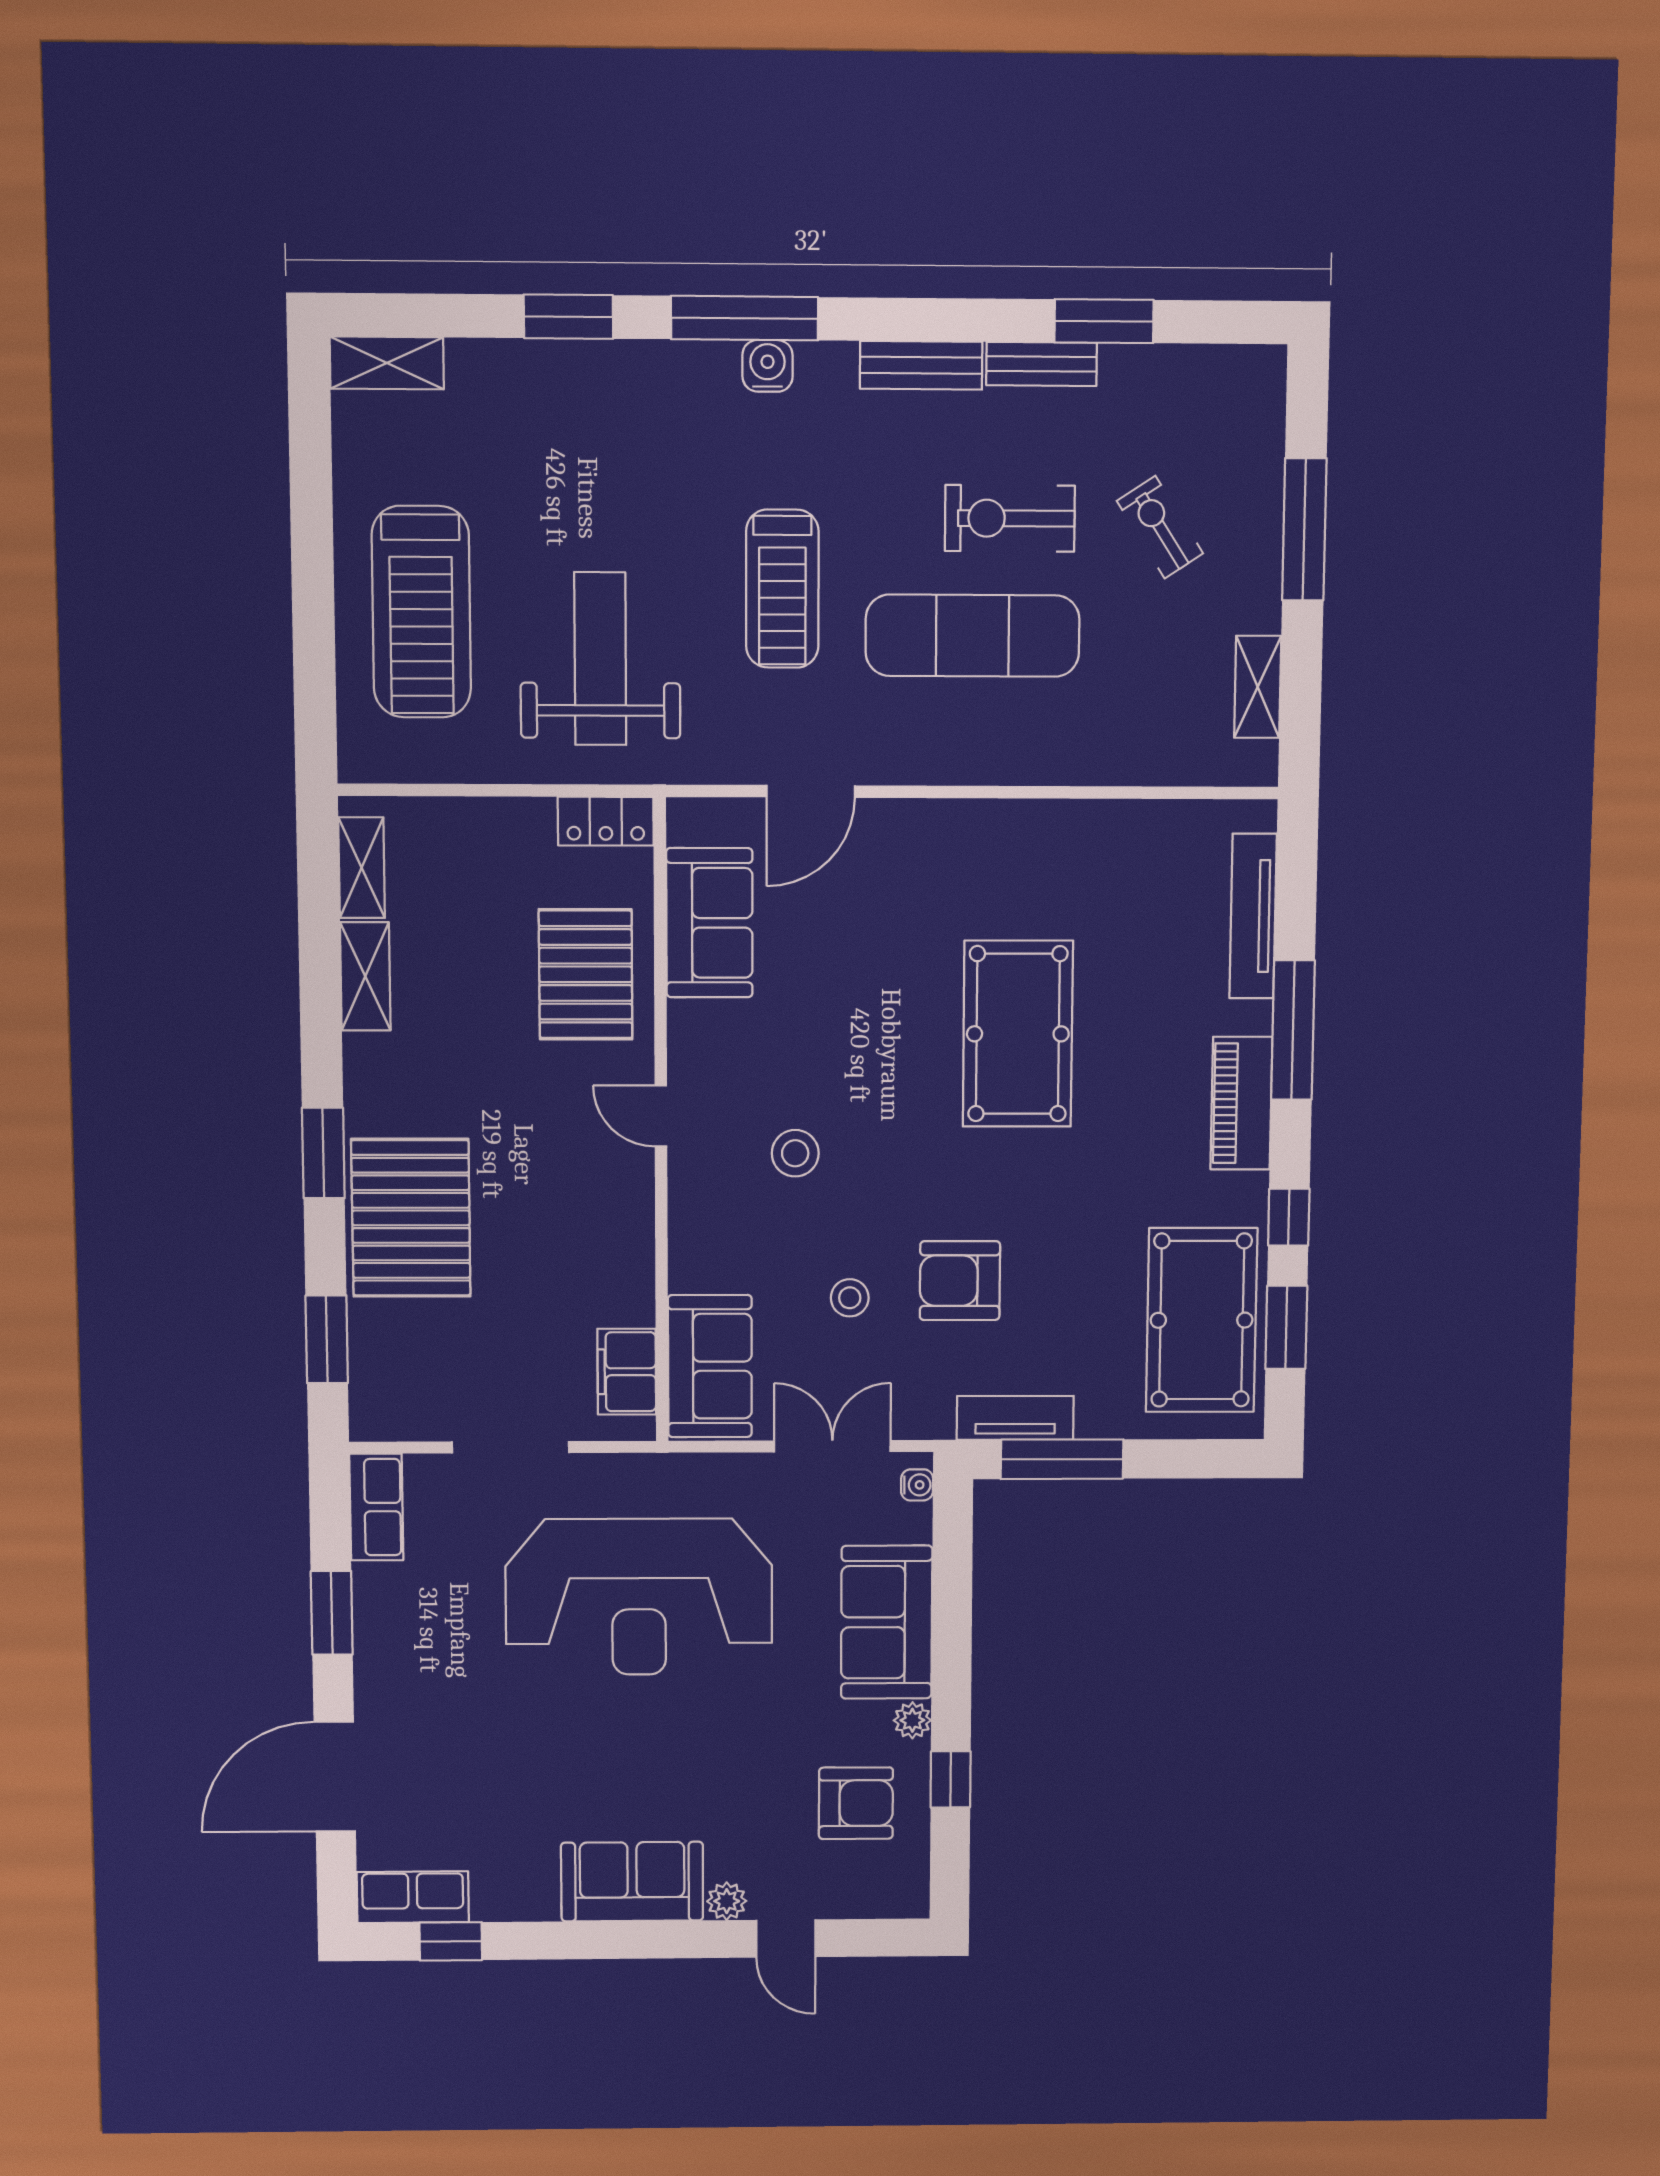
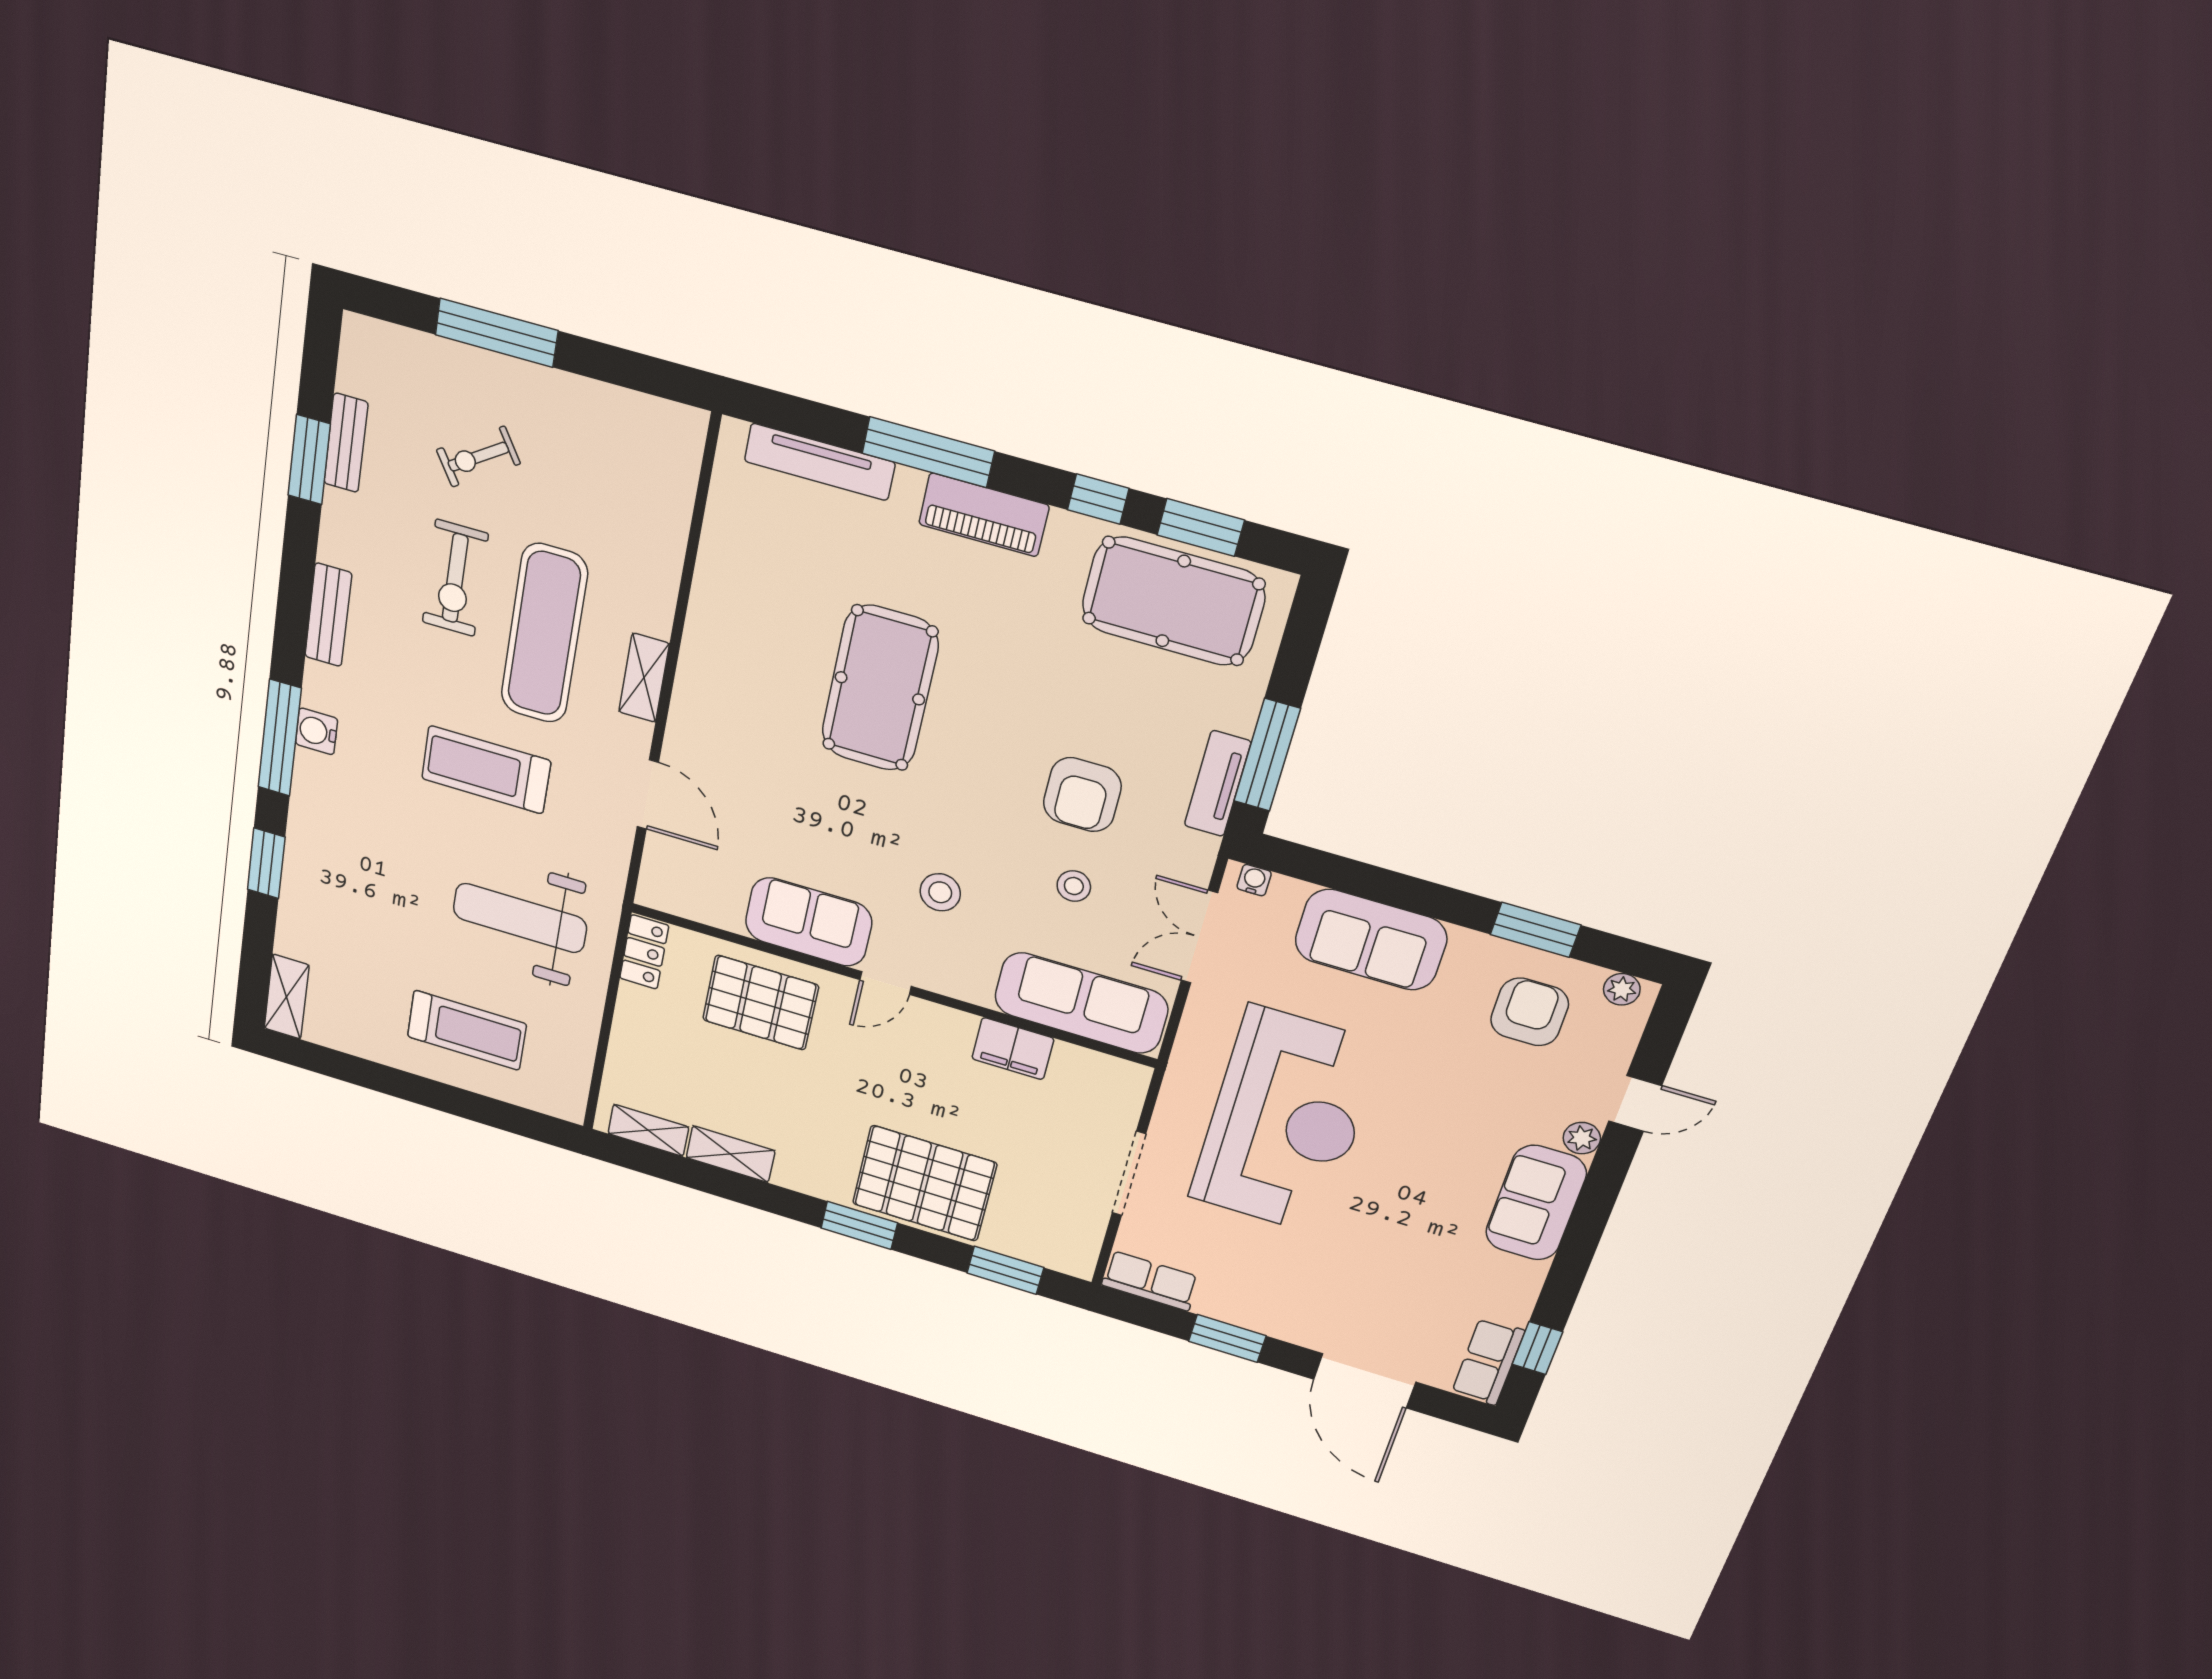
bench: (1042, 364) -> (346, 443), moved
treadmill: (782, 589) -> (486, 770), turned 180
treadmill: (421, 612) -> (467, 1030), width x0.73, depth x0.73
shelving: (1258, 687) -> (644, 678), moved, turned 90
sofa: (709, 923) -> (809, 922), moved
pool table: (1018, 1034) -> (880, 688), turned 90
sofa: (710, 1366) -> (1081, 1003), width x1.36
filing cabinet: (627, 1372) -> (1013, 1049), moved
plant: (912, 1720) -> (1622, 989), moved
window: (951, 1779) -> (1536, 930), width x1.50

